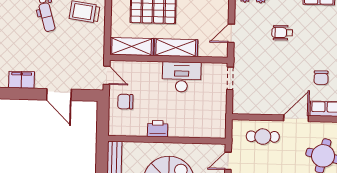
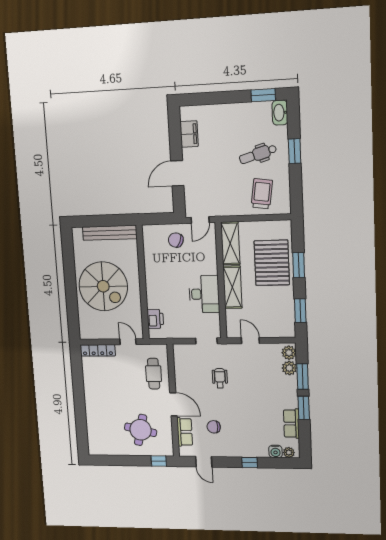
wheelchair: (282, 33) -> (220, 378), moved
chair: (125, 102) -> (176, 240), turned -68
printer: (158, 129) -> (155, 319), moved

